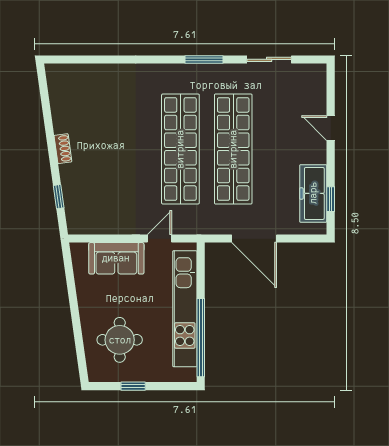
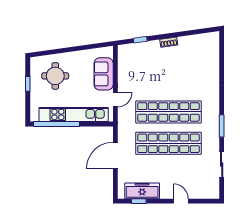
door: (331, 128) -> (181, 201), hinge flipped
door: (160, 239) -> (115, 100), hinge flipped

